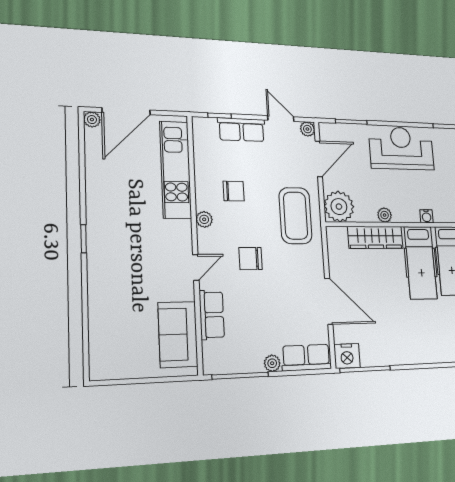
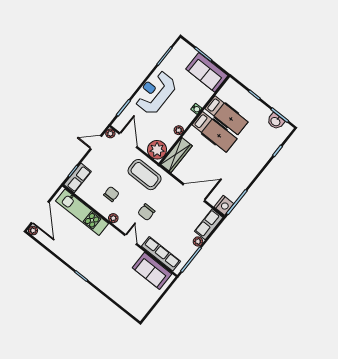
row of seats: (241, 130) -> (78, 178), moved
wardrobe: (375, 237) -> (176, 155), moved
row of seats: (212, 315) -> (161, 254), width x1.48

